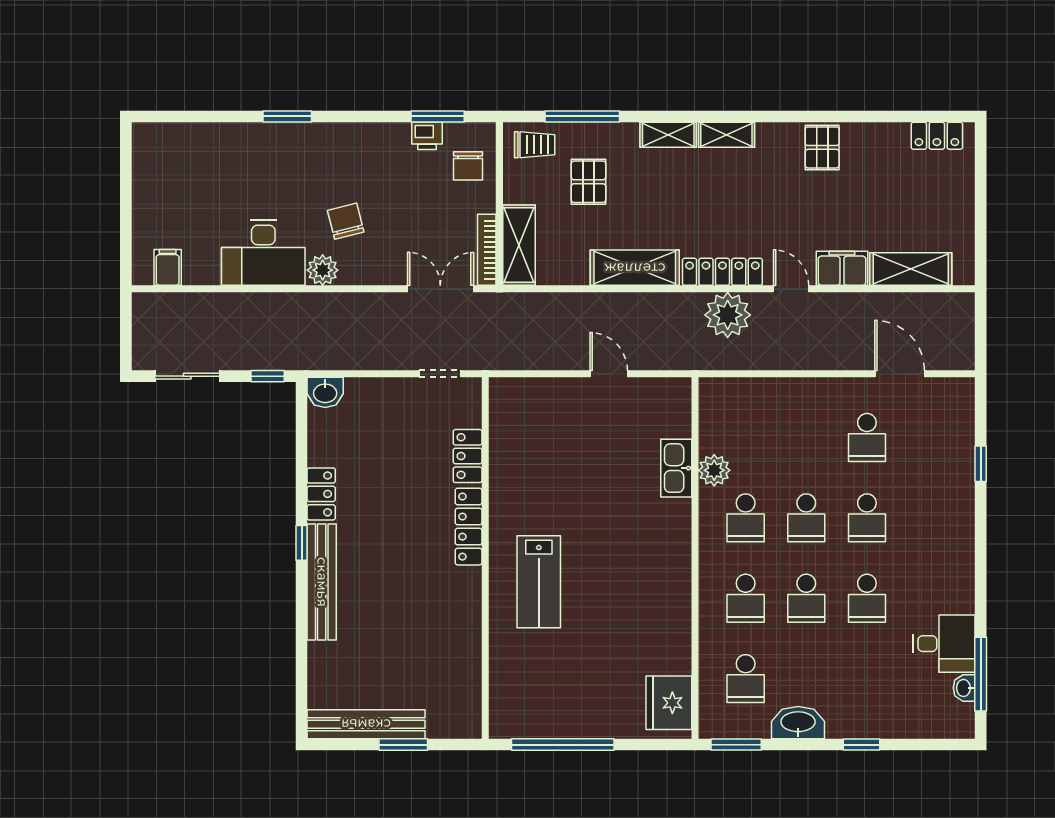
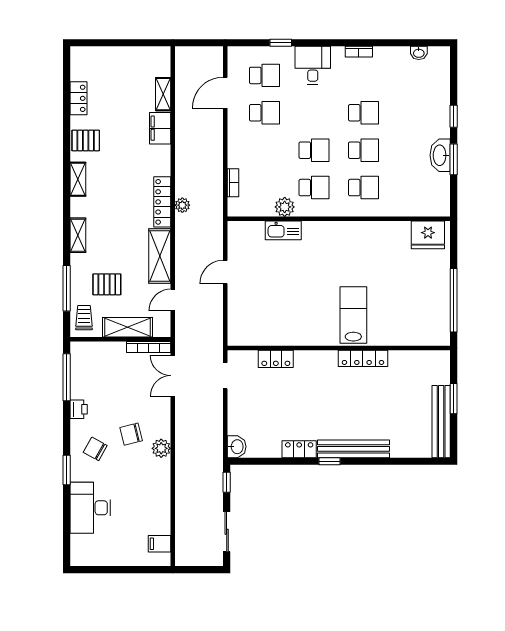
window: (438, 116) -> (67, 377), width x1.44
shelving: (726, 135) -> (78, 179), moved
printer: (427, 136) -> (79, 409), moved
locker: (937, 136) -> (78, 98), moved
chair: (468, 166) -> (95, 449), moved, turned -151
shelving: (519, 245) -> (127, 327), moved
desk: (263, 253) -> (90, 508), moved, turned 180
shelving: (911, 269) -> (163, 94), width x0.67, depth x0.75
door: (791, 289) -> (173, 300), moved
plant: (728, 315) -> (182, 205), width x0.53, depth x0.53
bookcase: (754, 386) -> (233, 183), added
school desk: (867, 518) -> (264, 75), moved
locker: (469, 527) -> (363, 358), moved
lab bench: (539, 582) -> (353, 315), turned -90
bookcase: (966, 591) -> (359, 52), added
desk: (944, 644) -> (313, 65), moved
window: (981, 674) -> (410, 43), removed
school desk: (746, 679) -> (413, 188), removed
window: (736, 745) -> (454, 159), moved

